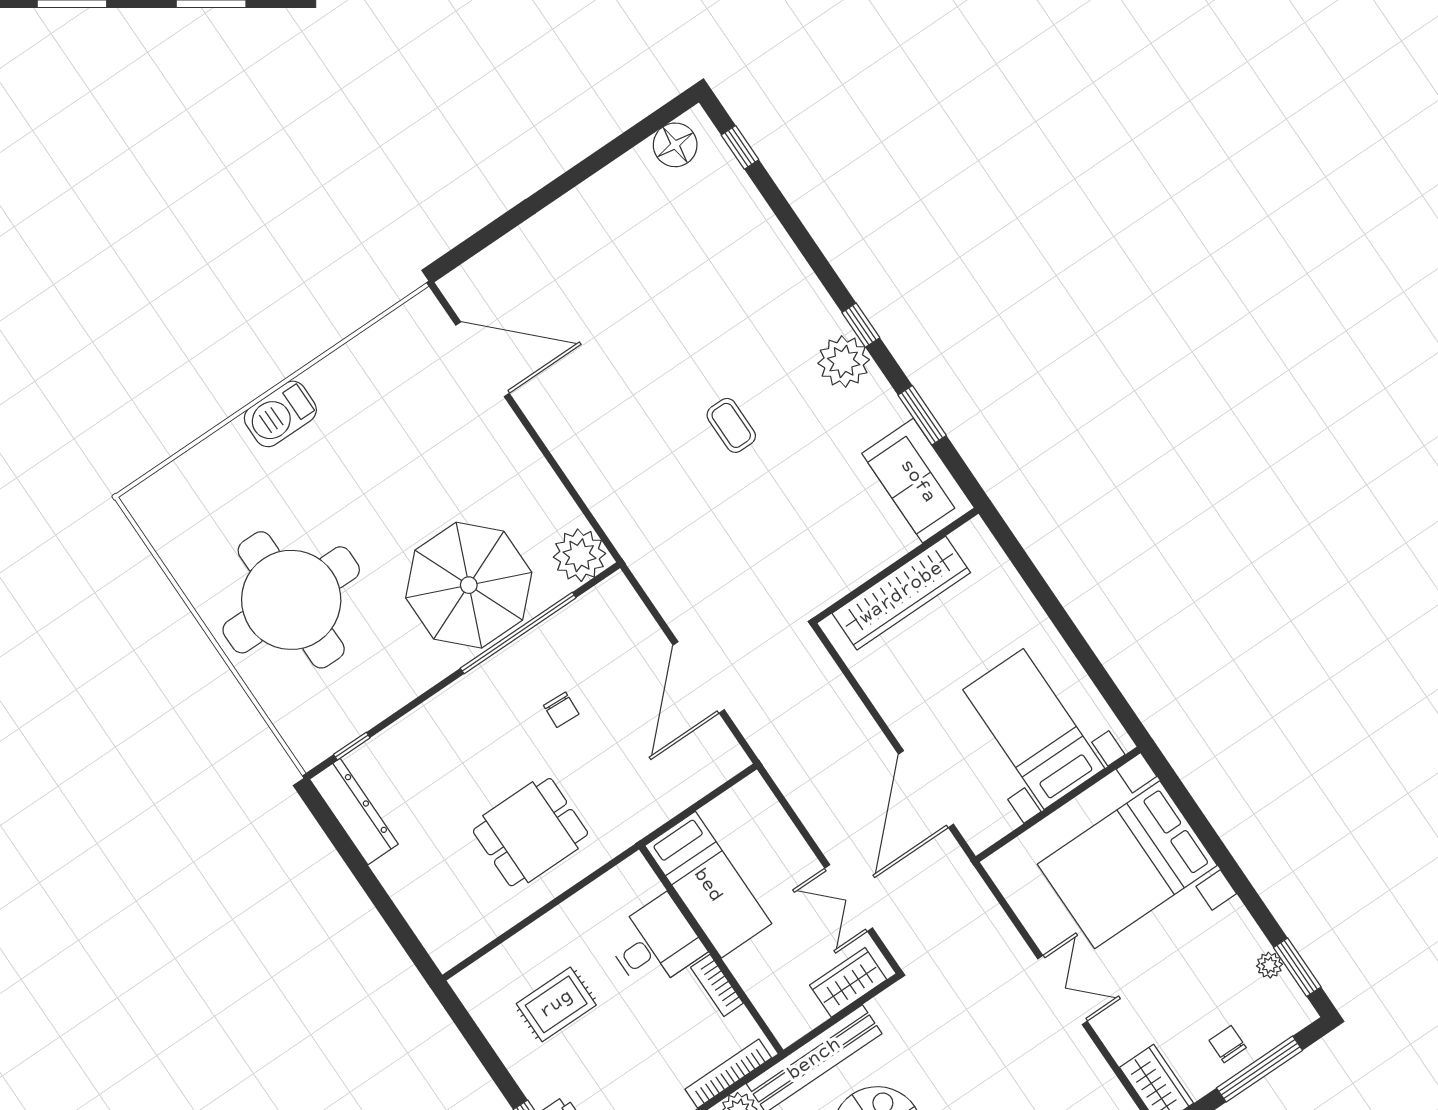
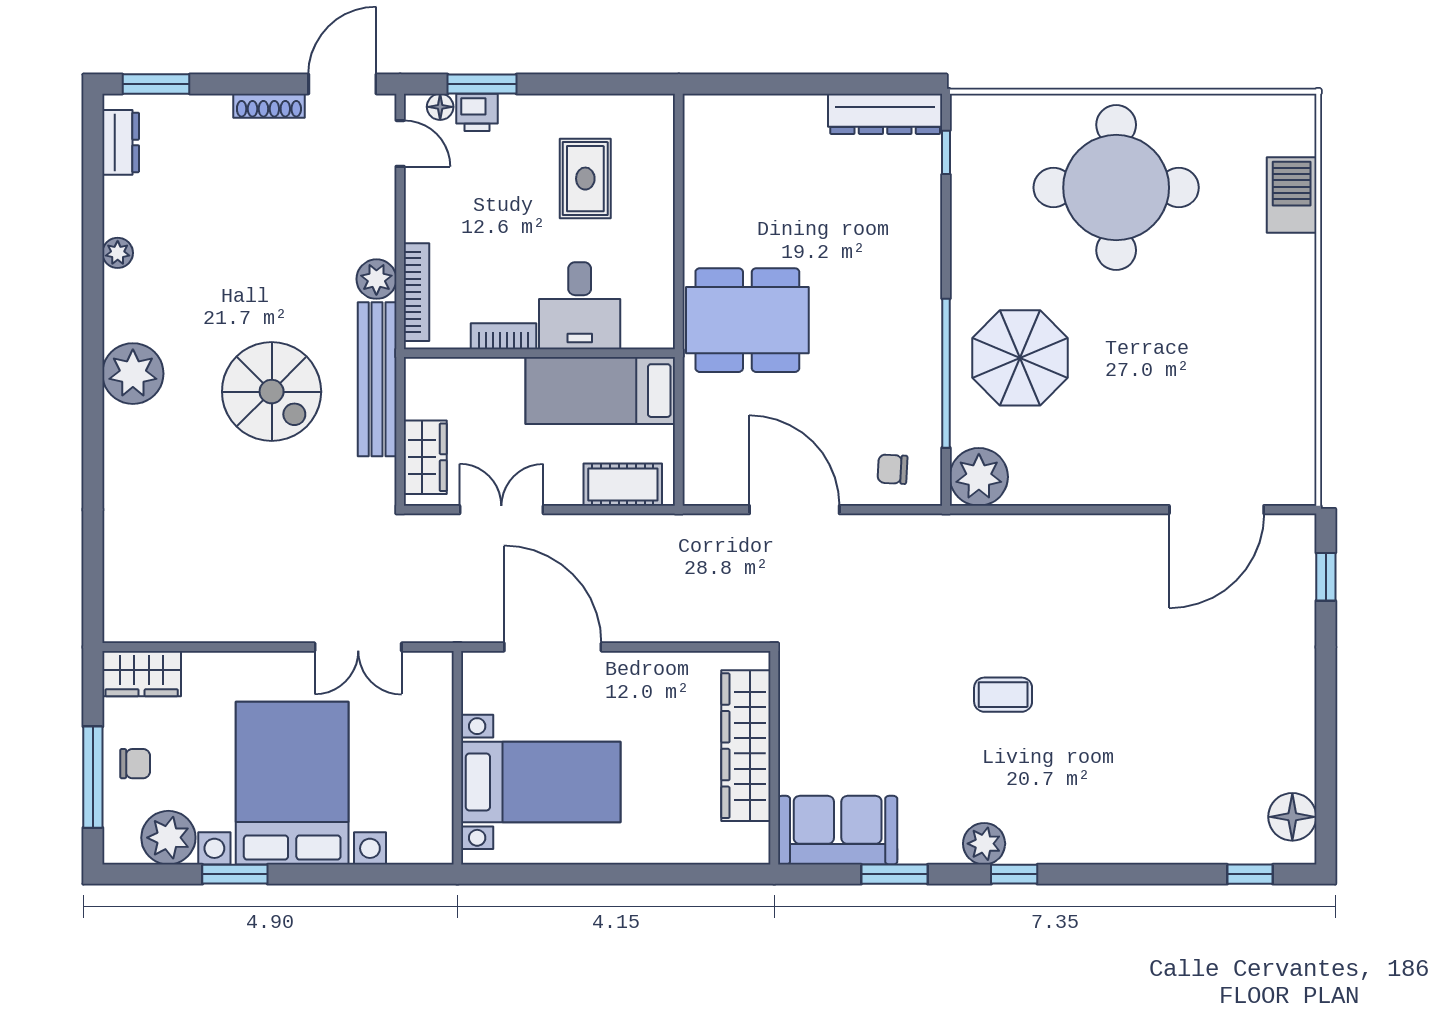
window: (477, 243) -> (1326, 577), added
plant: (844, 361) -> (984, 844), width x0.73, depth x0.73
barbecue: (280, 414) -> (1292, 195), moved
parasol: (469, 585) -> (1020, 358), width x0.73, depth x0.73
chair: (561, 710) -> (892, 469), moved
cot: (768, 819) -> (623, 485), added
dining table: (530, 832) -> (747, 320), moved, width x1.38
bed with nightstands: (1127, 865) -> (292, 783), moved
plant: (1269, 965) -> (168, 838), width x1.88, depth x1.88
window: (1297, 967) -> (235, 874), moved
double door: (1062, 990) -> (358, 647), moved

